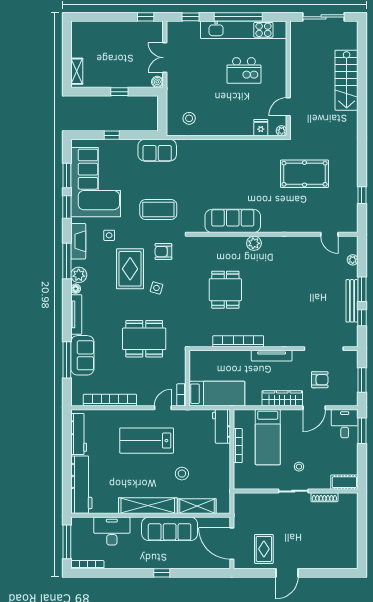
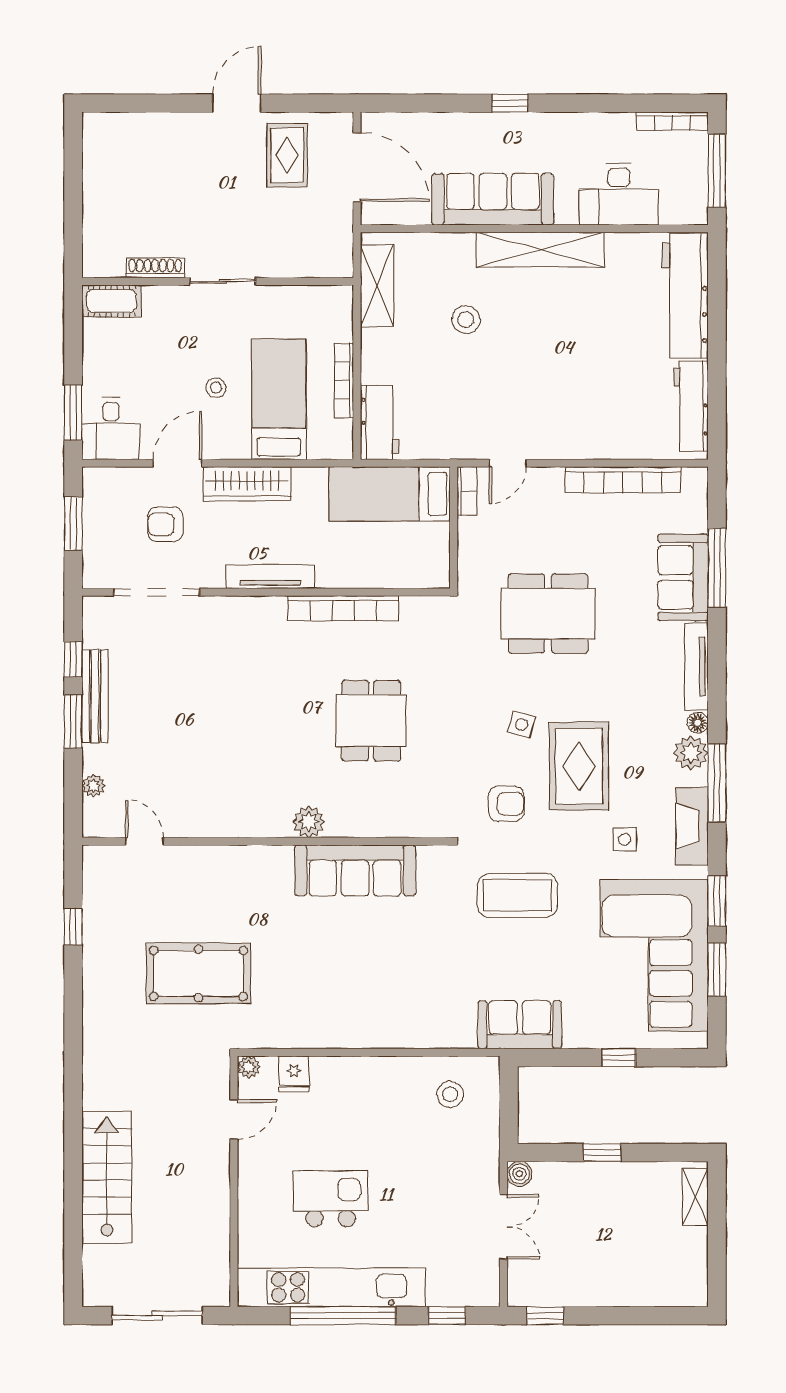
lab bench: (147, 441) -> (543, 392), removed
stool: (299, 467) -> (216, 388), moved
shelving: (197, 506) -> (377, 286), moved, turned 90

